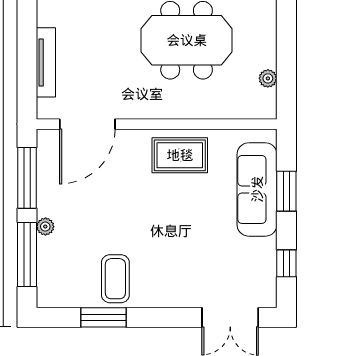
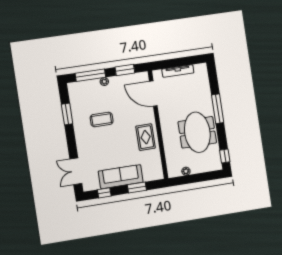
window: (27, 178) -> (125, 70), width x0.69
sofa: (257, 189) -> (121, 177), moved
coffee table: (115, 279) -> (102, 119), moved

